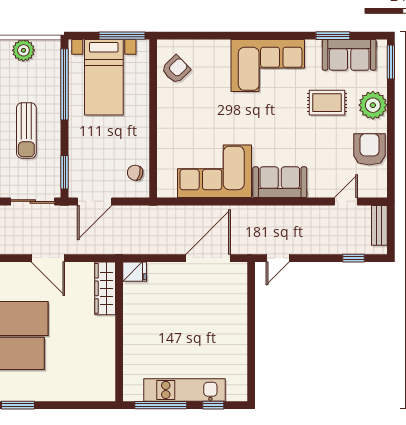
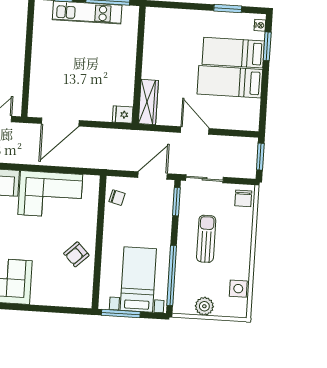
armchair: (176, 69) -> (76, 254), moved

